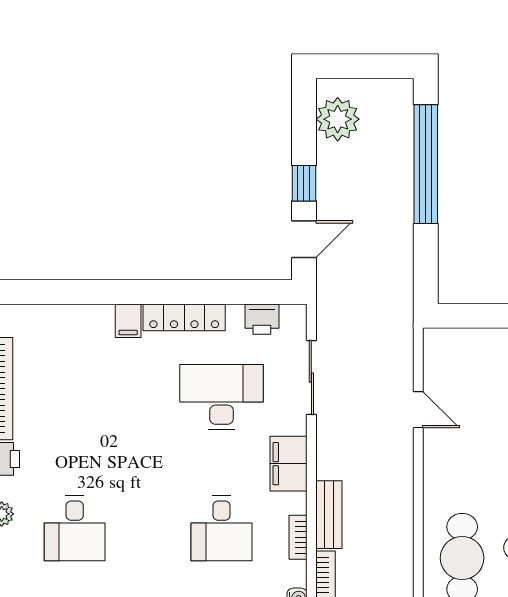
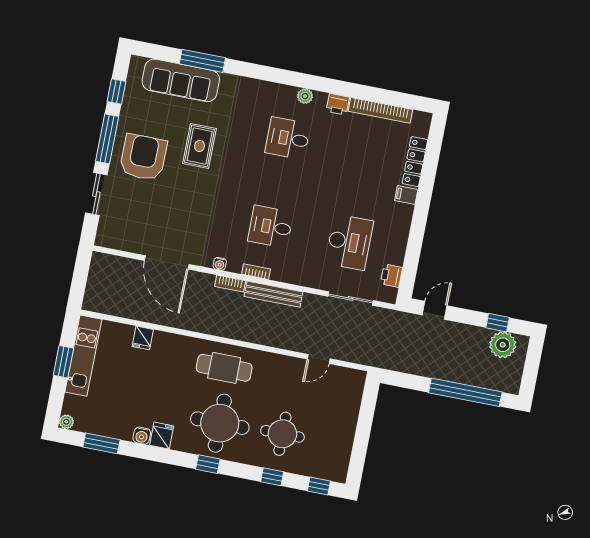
window: (304, 183) -> (498, 323), moved
door: (304, 239) -> (435, 310), swing flipped
locker: (184, 317) -> (415, 162), moved
filing cabinet: (289, 464) -> (301, 275), removed
bench: (329, 515) -> (273, 294), width x1.36

